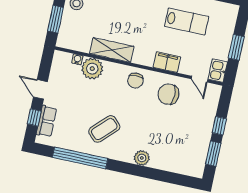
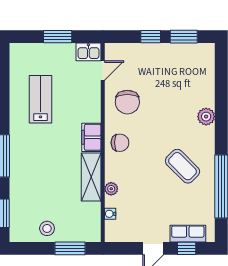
filing cabinet: (167, 62) -> (91, 137), moved
plant: (92, 69) -> (111, 189), width x0.53, depth x0.53

